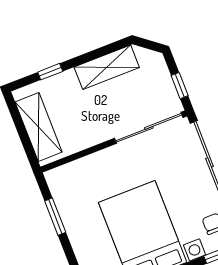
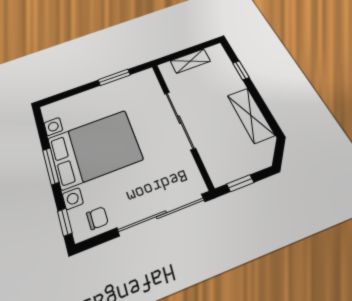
shelving: (39, 127) -> (190, 61), width x0.67, depth x0.75
sliding door: (149, 128) -> (179, 120), moved

